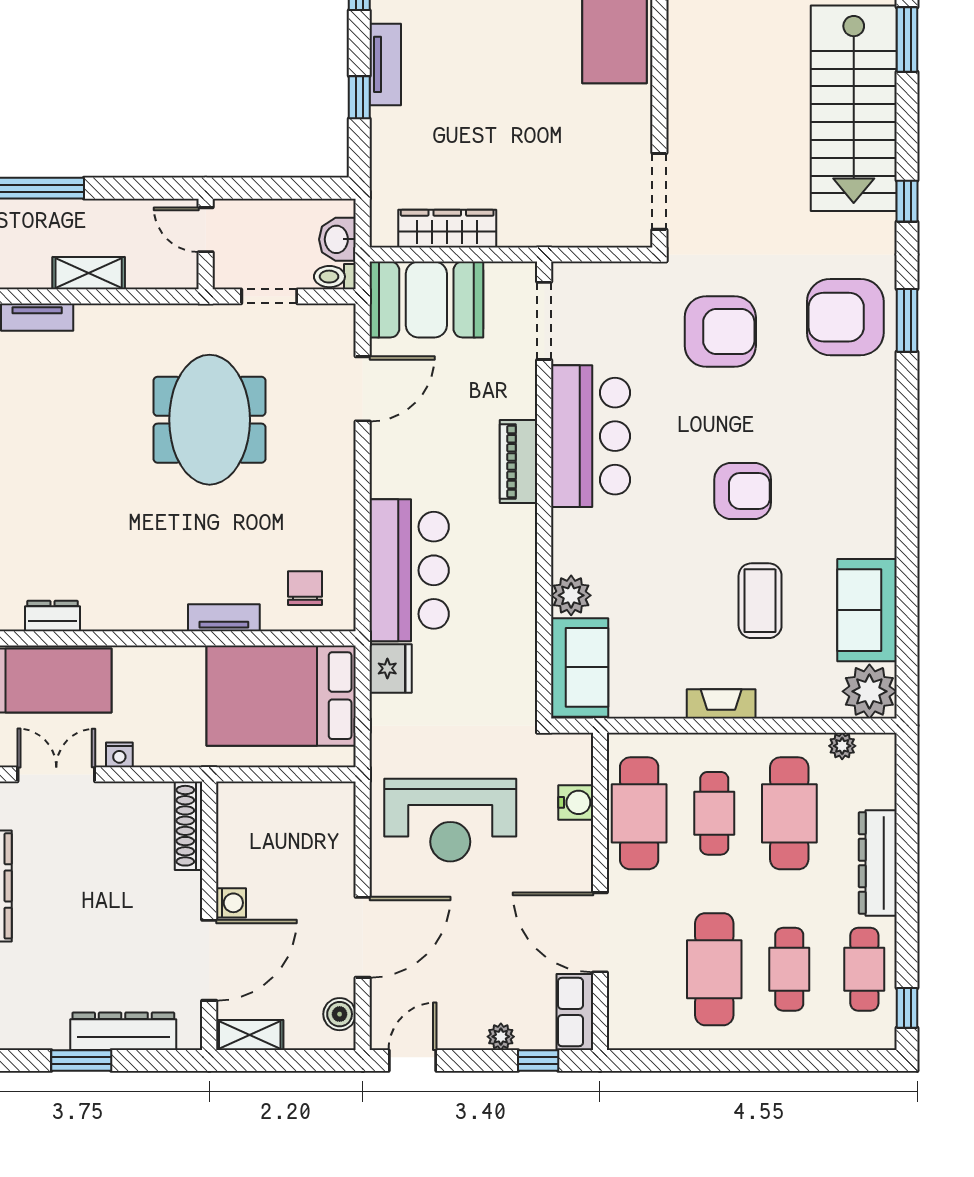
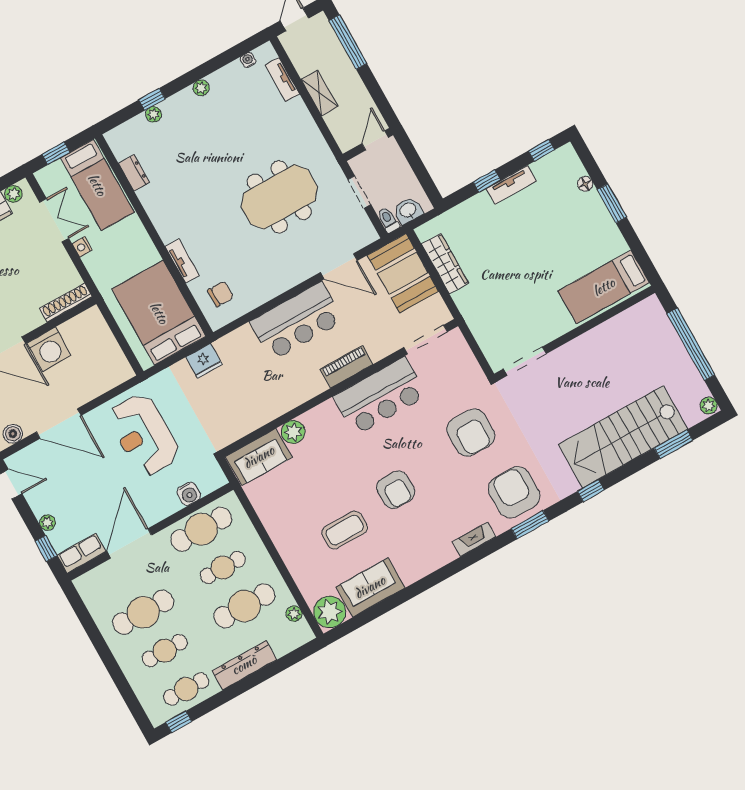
bar counter: (409, 570) -> (297, 321), moved
fireplace: (721, 704) -> (474, 539), moved, turned -90
washing machine: (231, 903) -> (49, 349), width x1.89, depth x1.89

